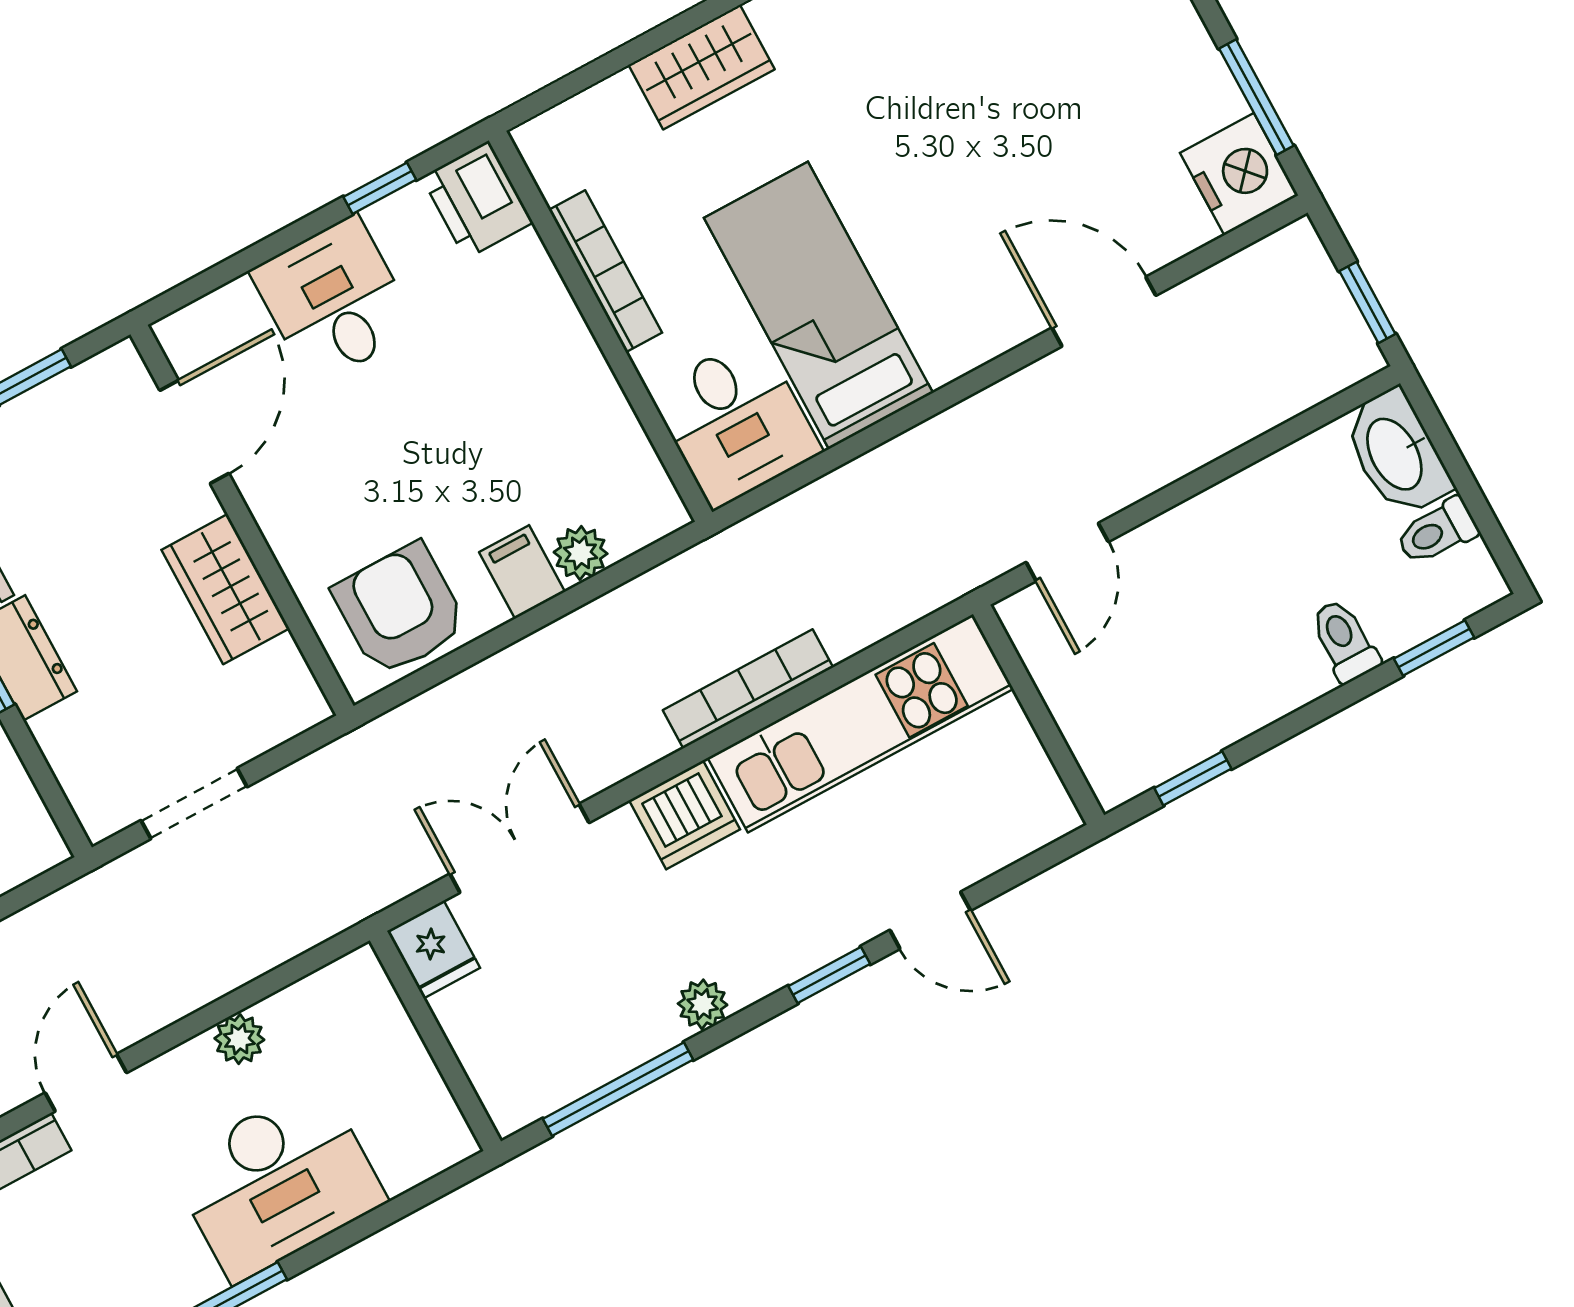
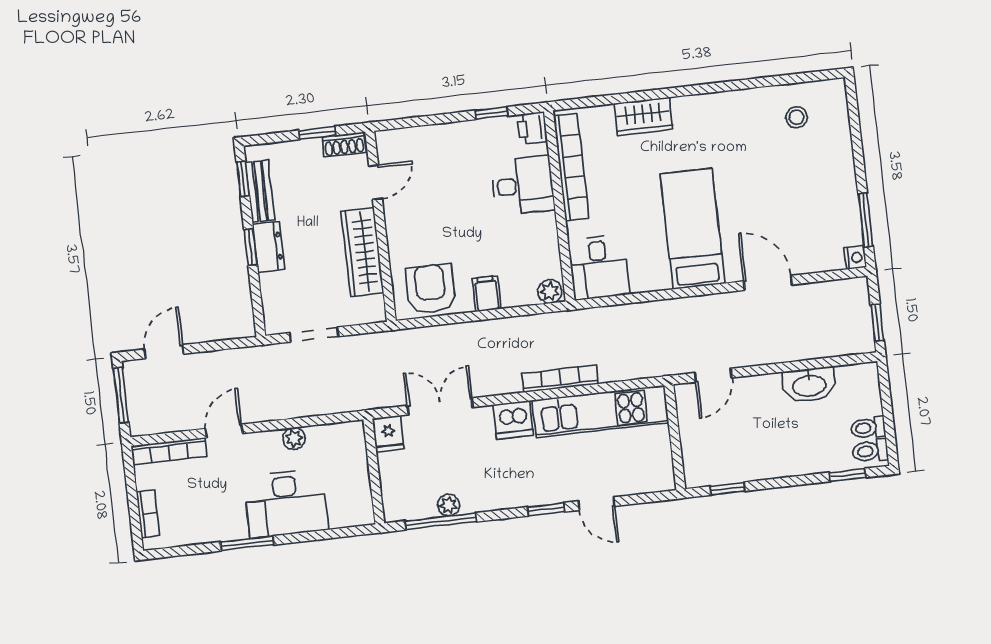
nightstand: (1239, 174) -> (855, 258), width x0.53, depth x0.56
printer: (477, 200) -> (532, 128), width x0.73, depth x0.81
bookcase: (605, 271) -> (571, 167), width x1.48, depth x1.31
desk: (334, 300) -> (523, 185), moved, turned 90
bed: (818, 305) -> (692, 229), moved
shoe rack: (96, 379) -> (344, 145), added
door: (194, 432) -> (376, 182), width x0.73
washbasin: (1396, 453) -> (809, 385), moved, turned -90
plant: (581, 553) -> (550, 291), moved
wardrobe: (225, 589) -> (362, 252), width x1.50
toilet: (1344, 641) -> (870, 451), moved, turned -90
plant: (703, 1004) -> (449, 505), moved

